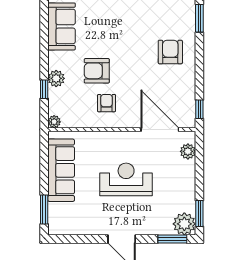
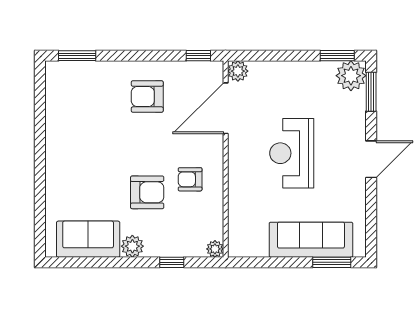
armchair: (170, 52) -> (147, 97), moved
armchair: (97, 71) -> (147, 192), turned -90
plant: (56, 78) -> (132, 246), moved
plant: (188, 151) -> (238, 71), moved
sofa: (61, 170) -> (311, 240), moved

